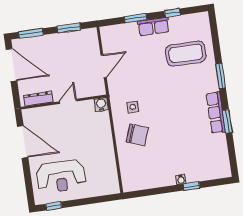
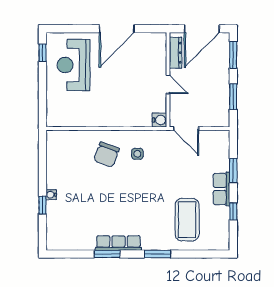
dresser: (38, 99) -> (176, 53), moved
door: (68, 101) -> (168, 84), moved
wall: (64, 102) -> (168, 80), moved
water cooler: (101, 104) -> (159, 120), moved

